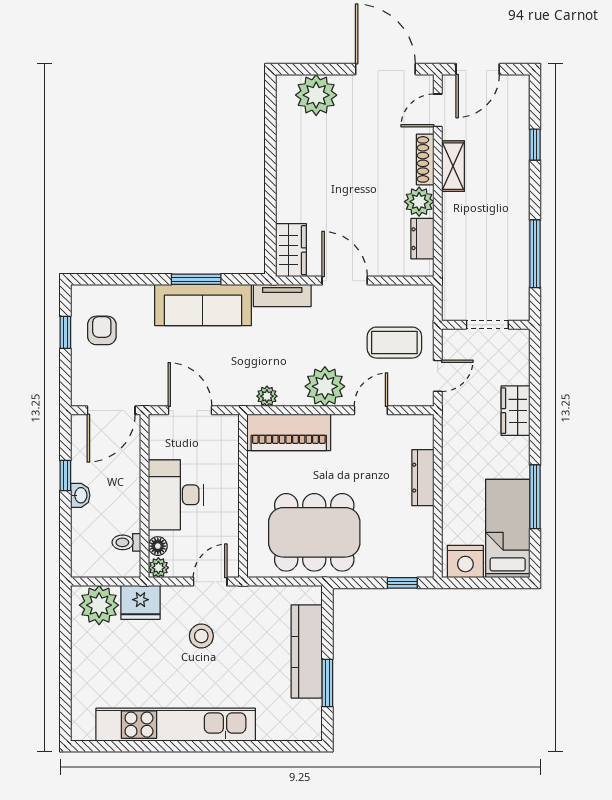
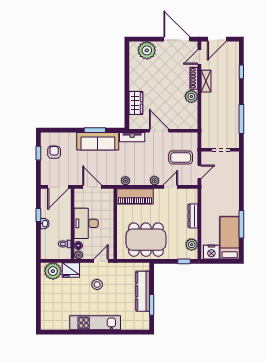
dresser: (422, 239) -> (193, 113), removed
wardrobe: (291, 250) -> (136, 103), moved
plant: (325, 386) -> (155, 181), width x0.53, depth x0.53
wardrobe: (515, 411) -> (233, 187), removed
plant: (420, 544) -> (192, 245), added
kitchen unit: (176, 725) -> (95, 323), width x0.73

